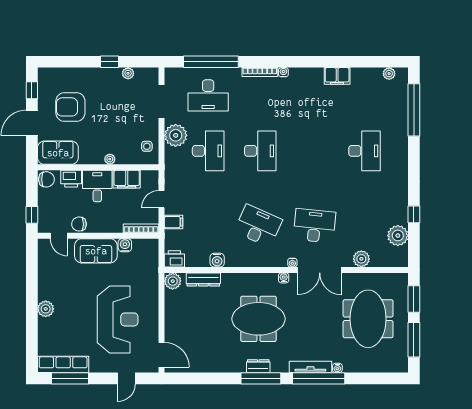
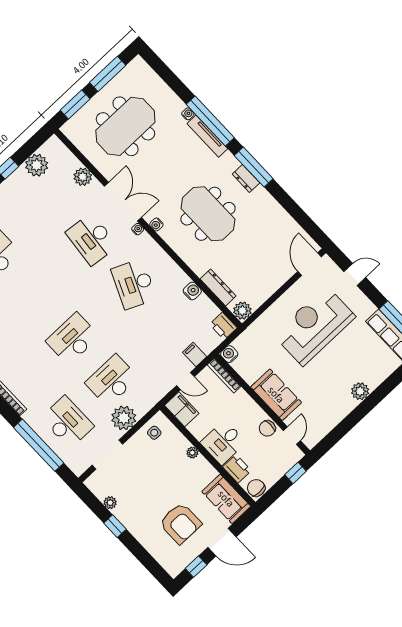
filing cabinet: (127, 179) -> (182, 409), moved
chair: (79, 224) -> (267, 428), turned 90
water cooler: (125, 245) -> (229, 354), moved, turned 90

